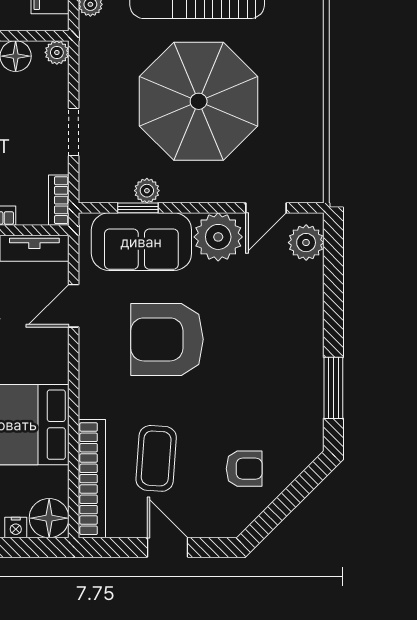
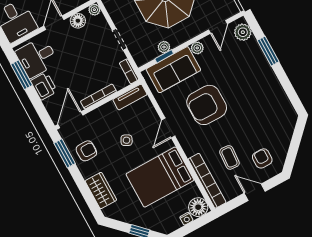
plant: (218, 237) -> (197, 48), width x0.53, depth x0.53
door: (74, 306) -> (168, 128), moved
window: (333, 388) -> (268, 51), moved
coffee table: (156, 458) -> (229, 157), width x0.73, depth x0.77
armchair: (244, 469) -> (262, 158), moved, turned -90

